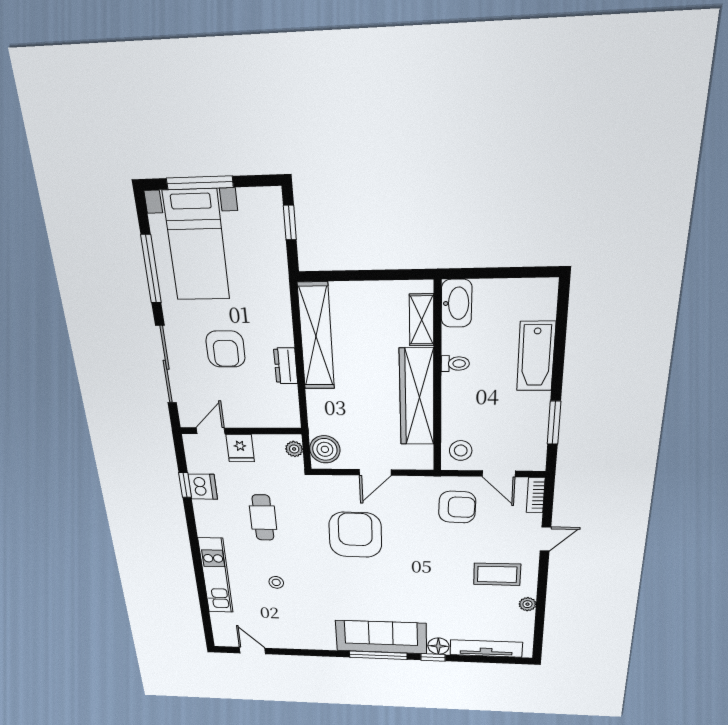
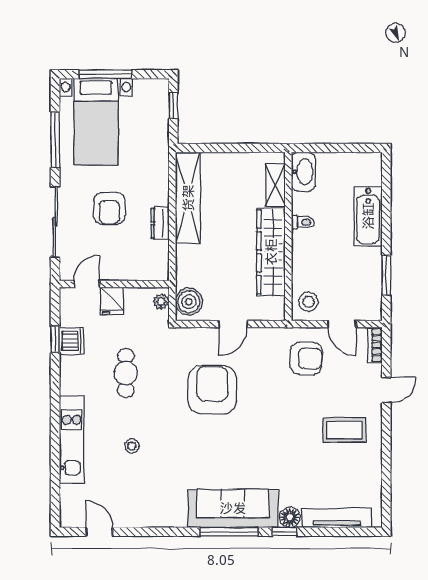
plant: (527, 604) -> (374, 463), removed

